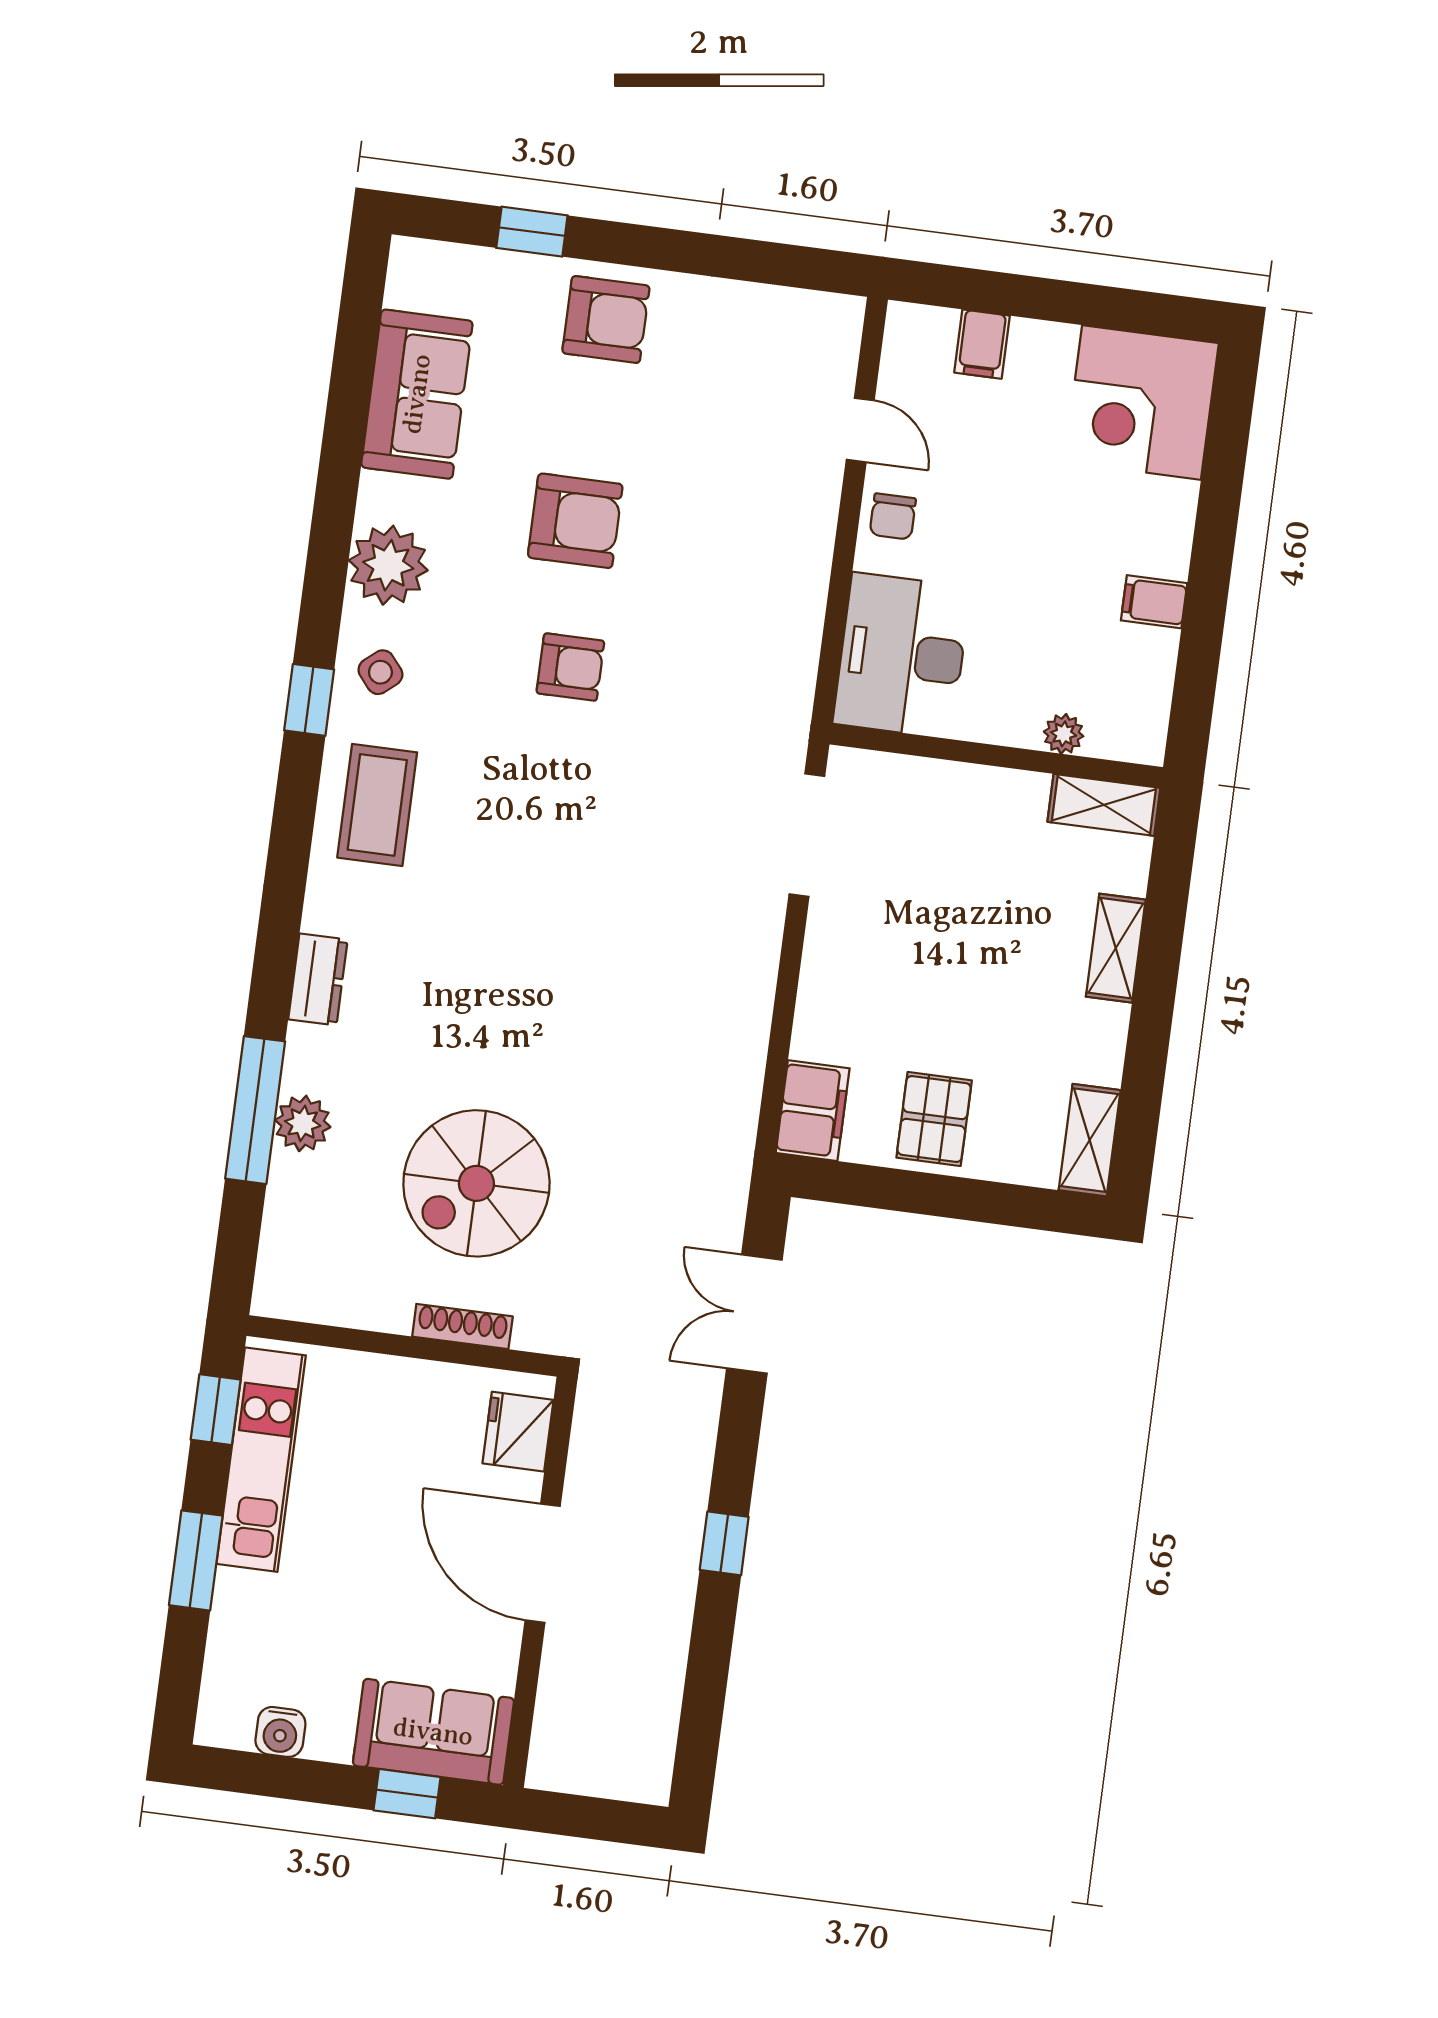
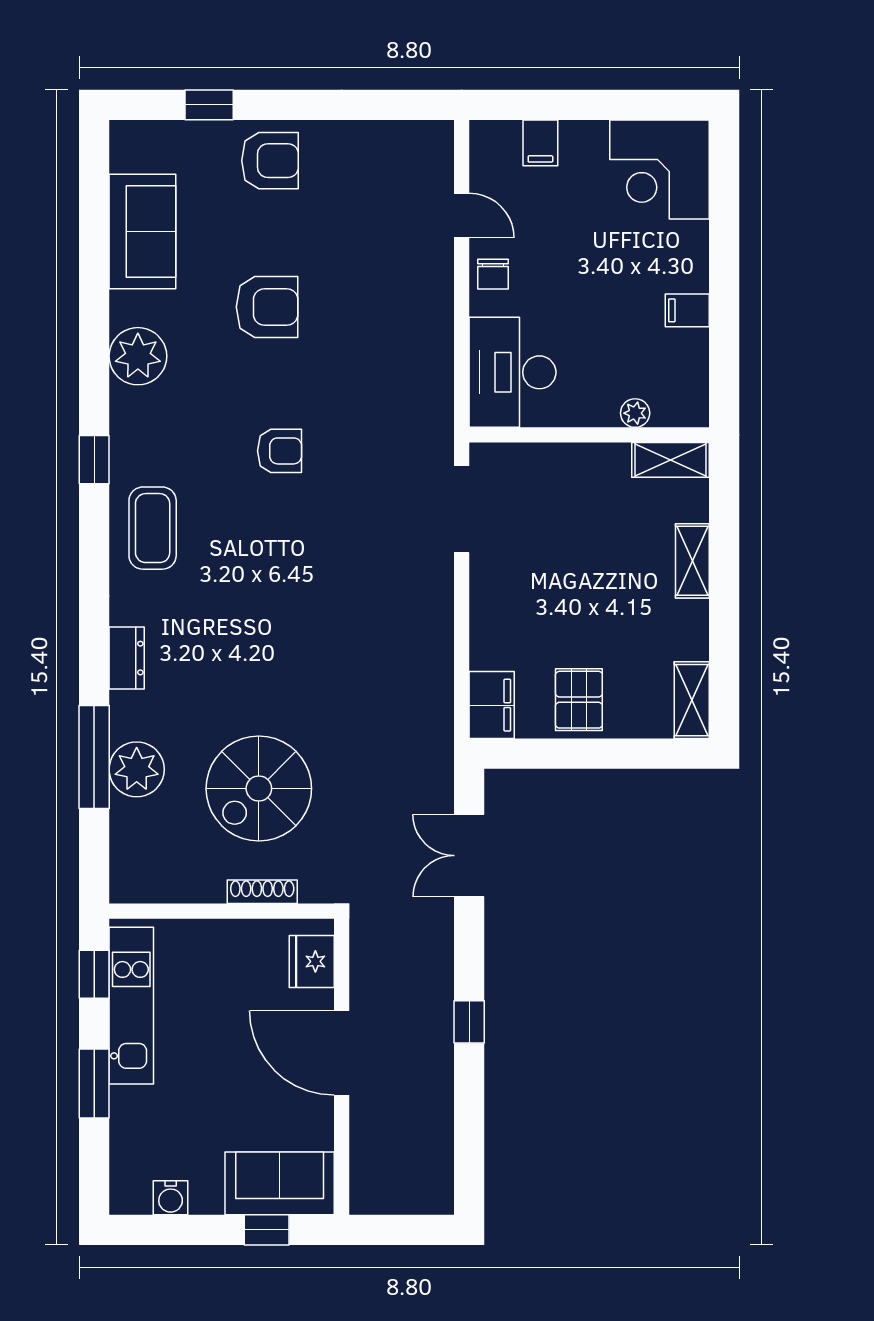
armchair: (570, 667) -> (280, 451), moved
side table: (380, 672) -> (142, 433), removed
plant: (303, 1123) -> (137, 769), width x1.36, depth x1.36

